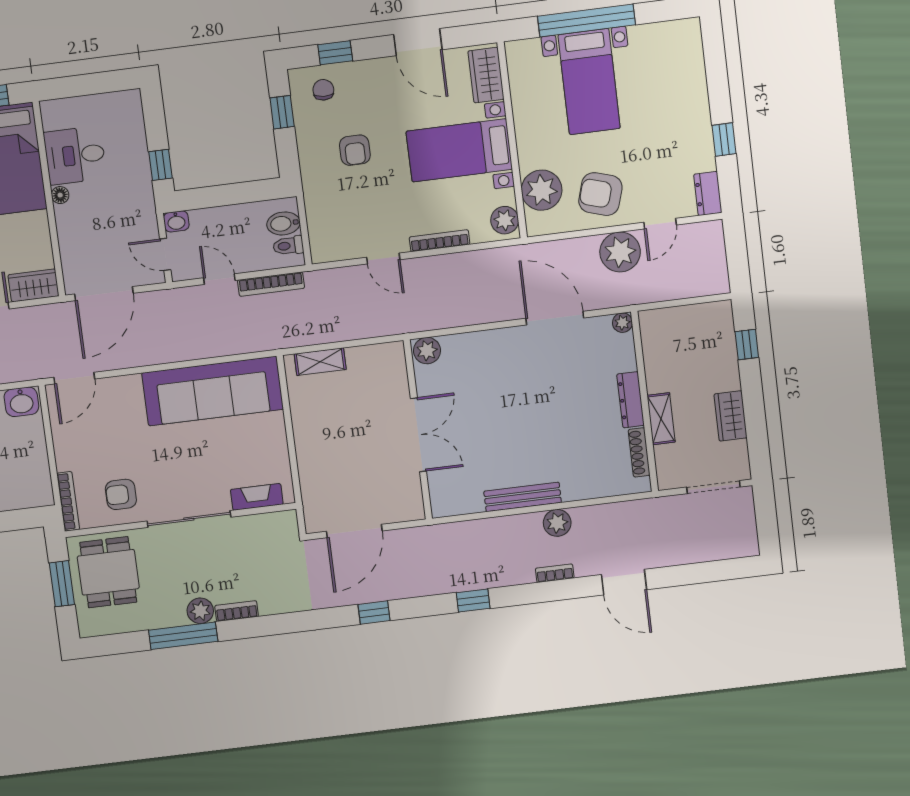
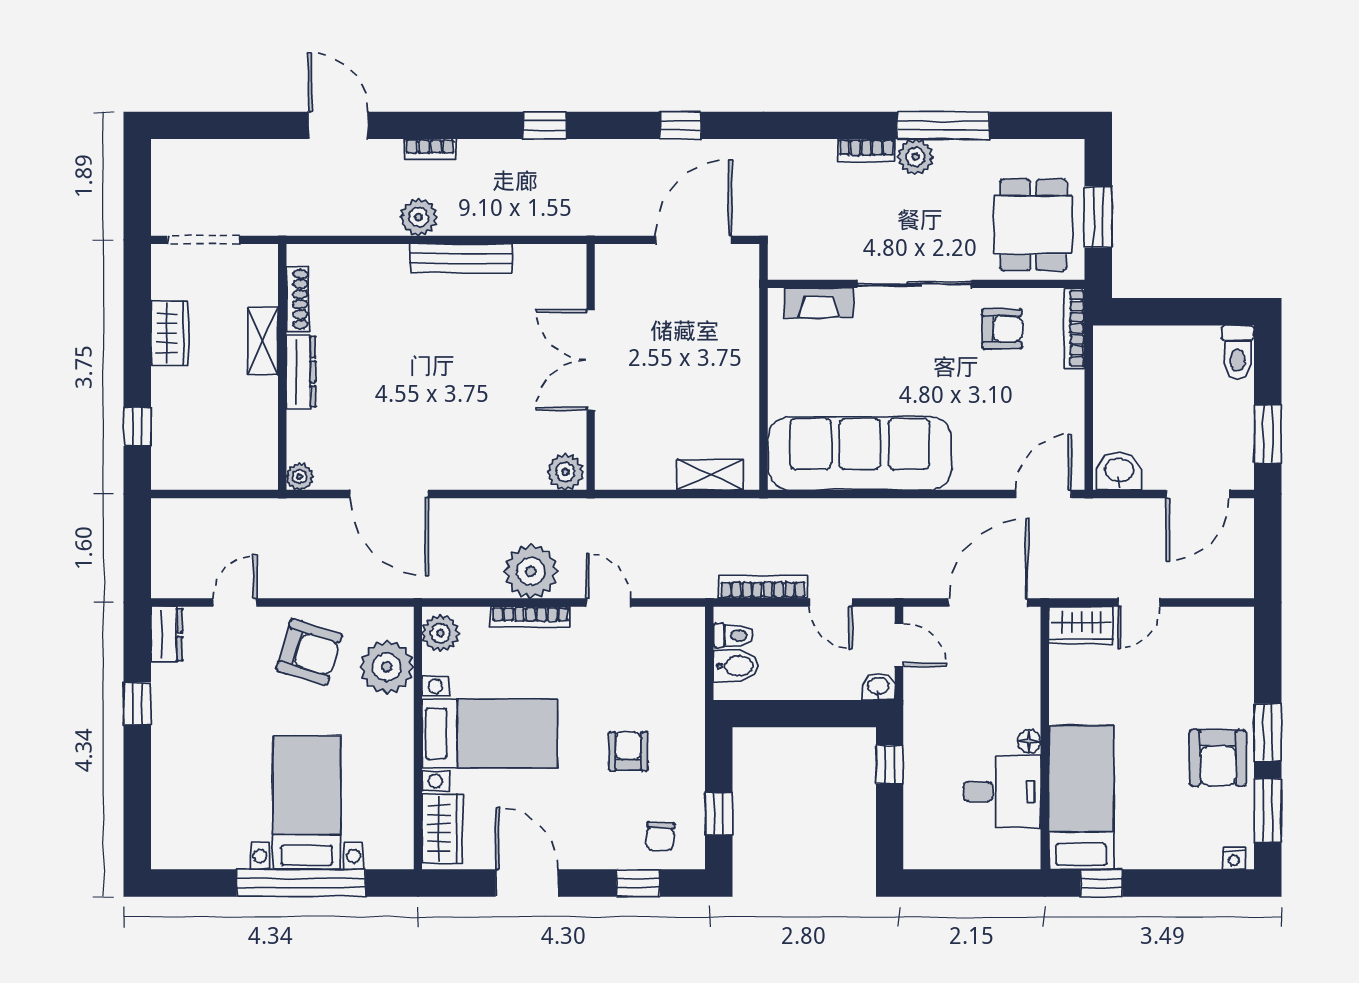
plant: (620, 252) -> (531, 571), moved

